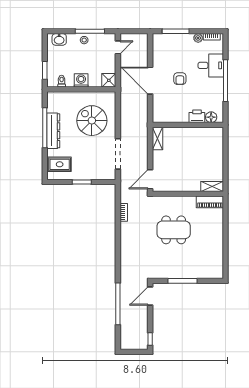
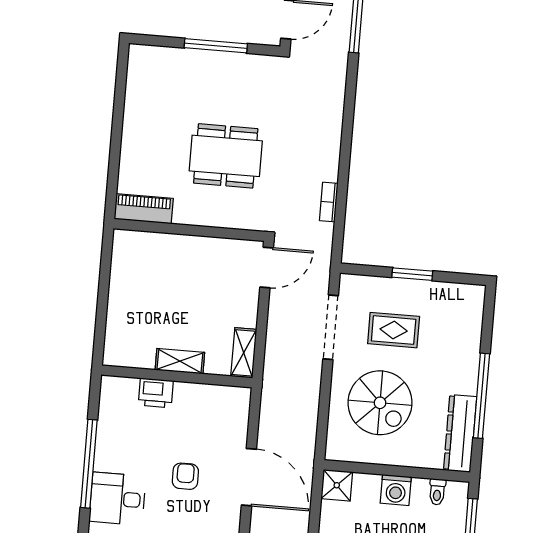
floor lamp: (211, 117) -> (126, 389), removed
dresser: (53, 131) -> (460, 433), moved
rug: (60, 164) -> (394, 330), moved
shelving: (212, 187) -> (180, 361), moved

